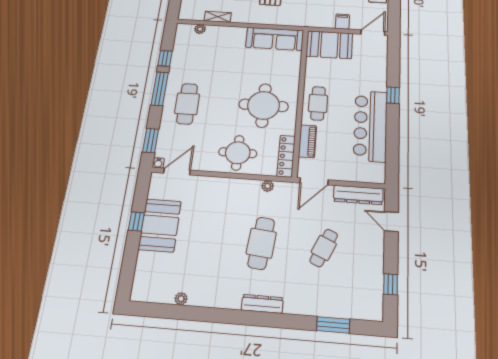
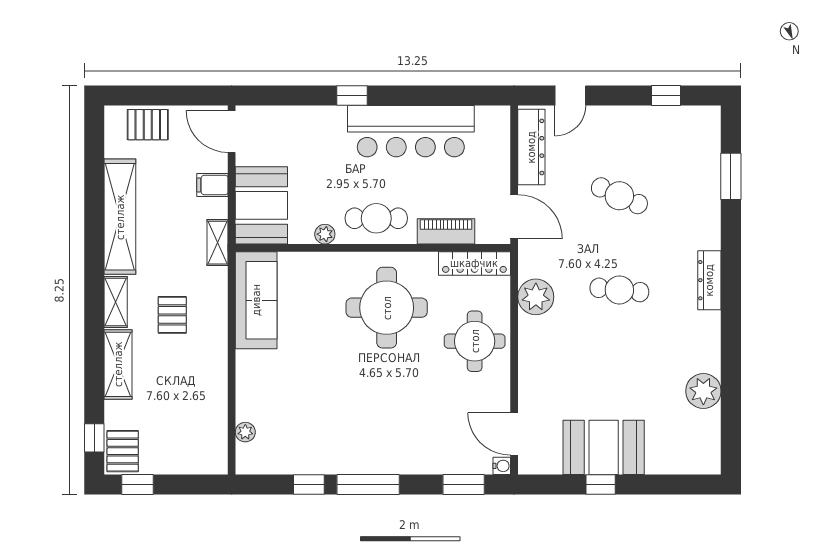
shelving: (218, 17) -> (218, 243), moved
plant: (310, 76) -> (325, 234), added
cafe table: (187, 104) -> (393, 434), removed
plant: (268, 186) -> (536, 297), width x1.87, depth x1.87
cafe table: (261, 243) -> (619, 290), width x0.73, depth x0.74
plant: (181, 299) -> (703, 391), width x1.88, depth x1.88

